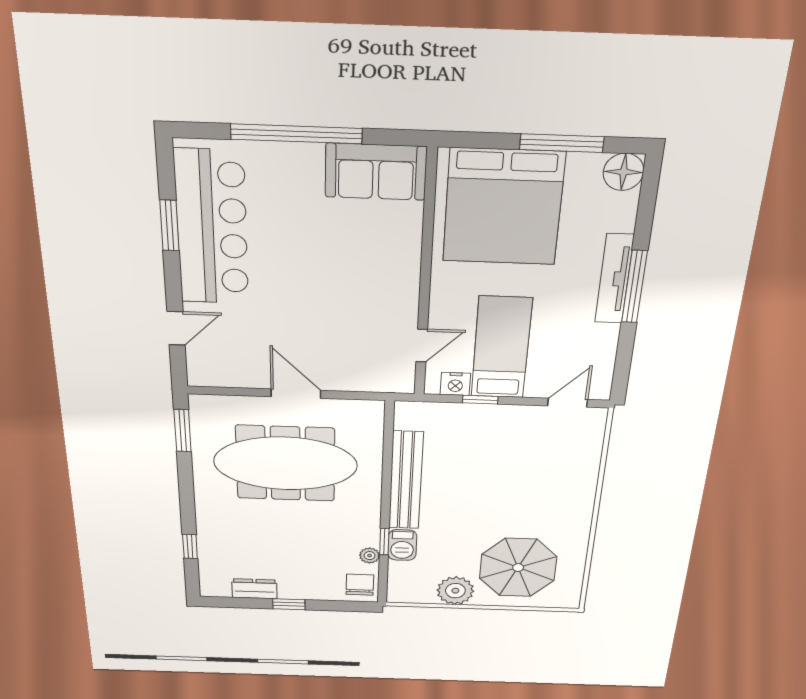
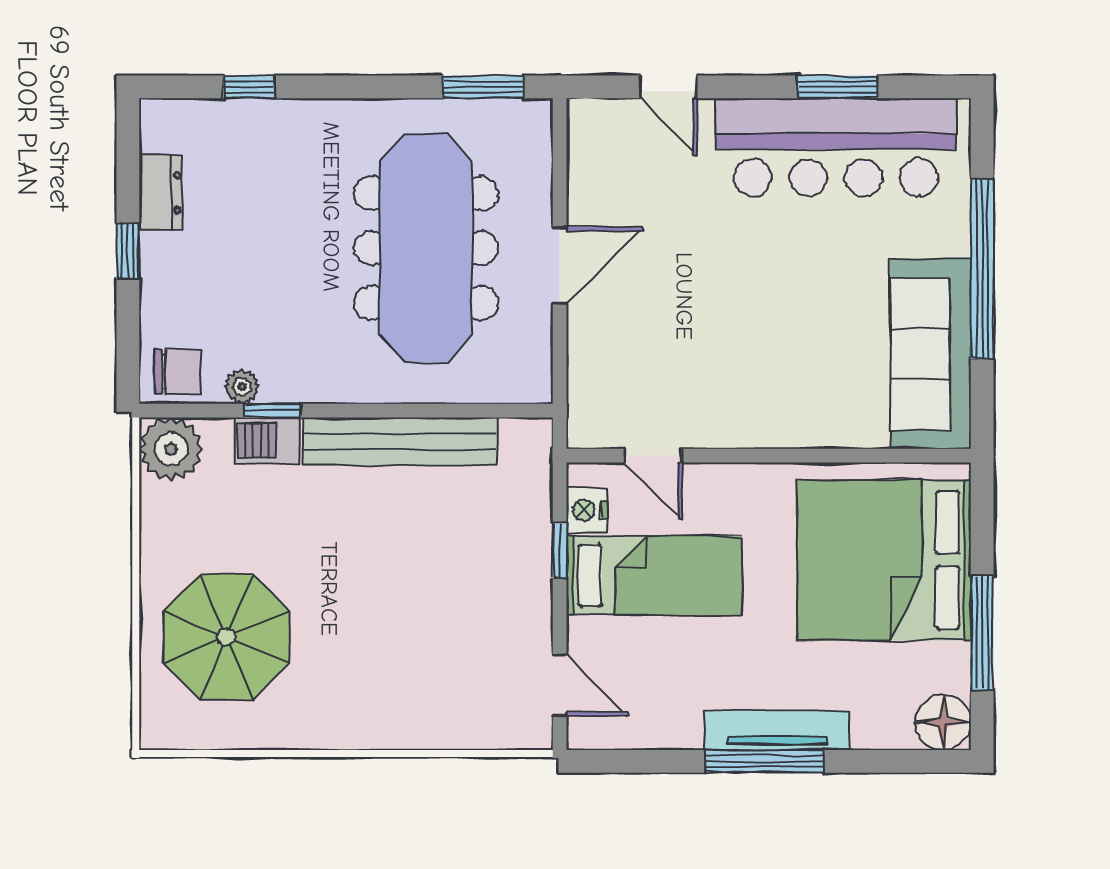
sofa: (376, 172) -> (931, 354), width x1.36
plant: (455, 591) -> (171, 449), moved

